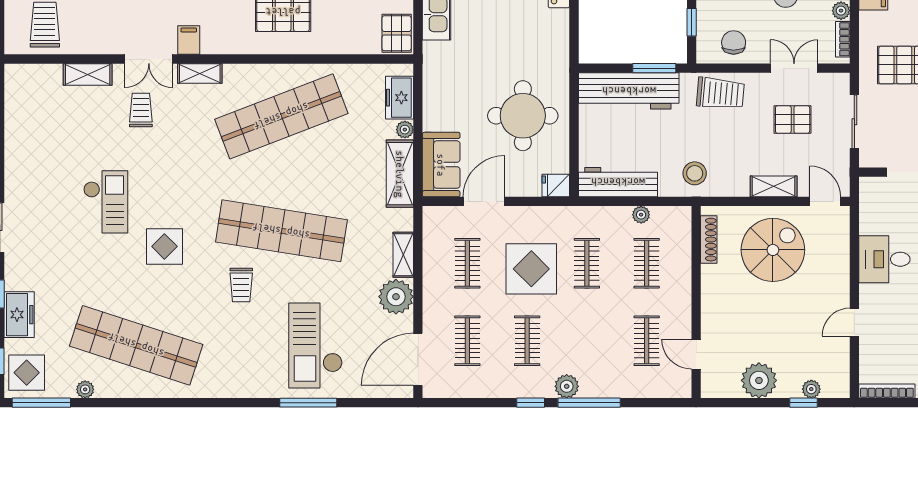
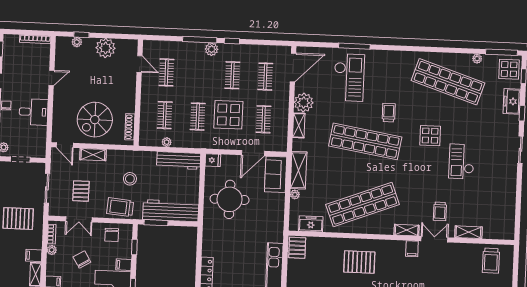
freezer: (399, 98) -> (311, 224), moved, turned -90
pallet: (793, 120) -> (81, 191), turned 90
stool: (695, 173) -> (130, 179), moved

